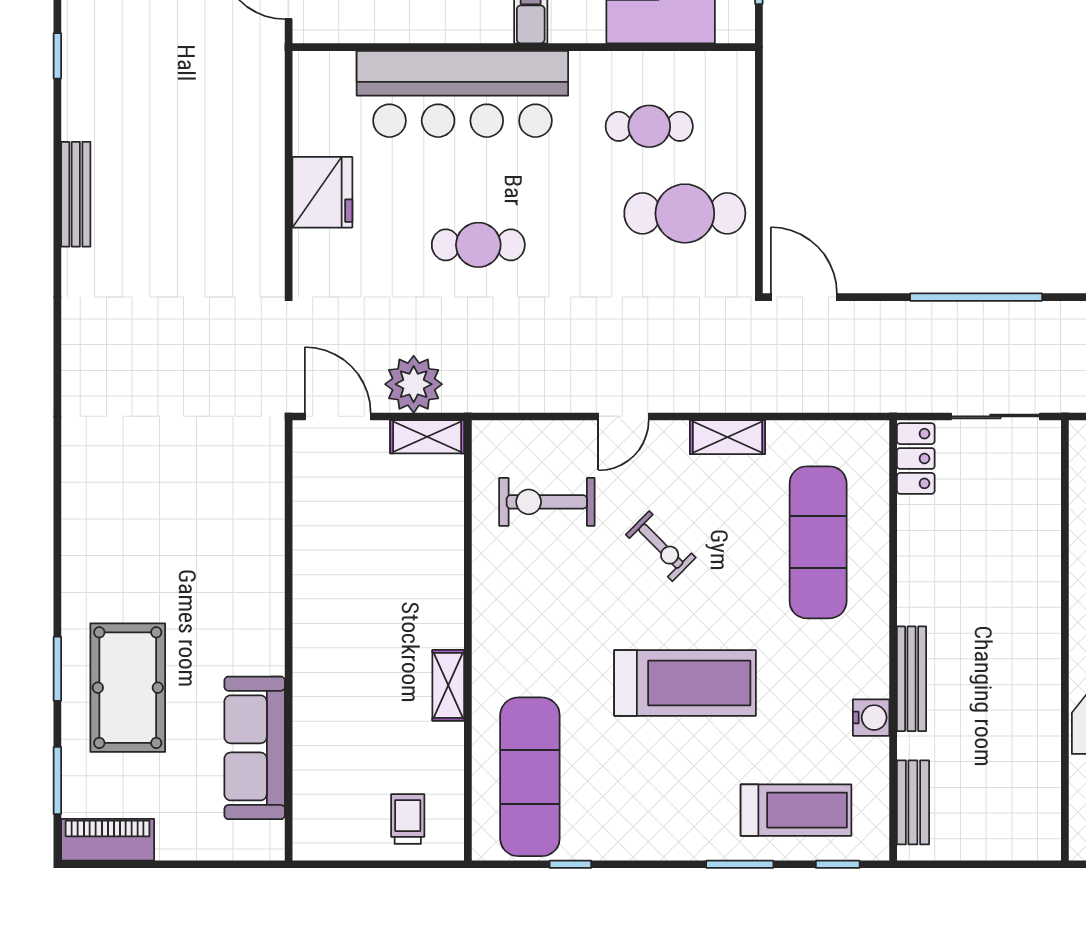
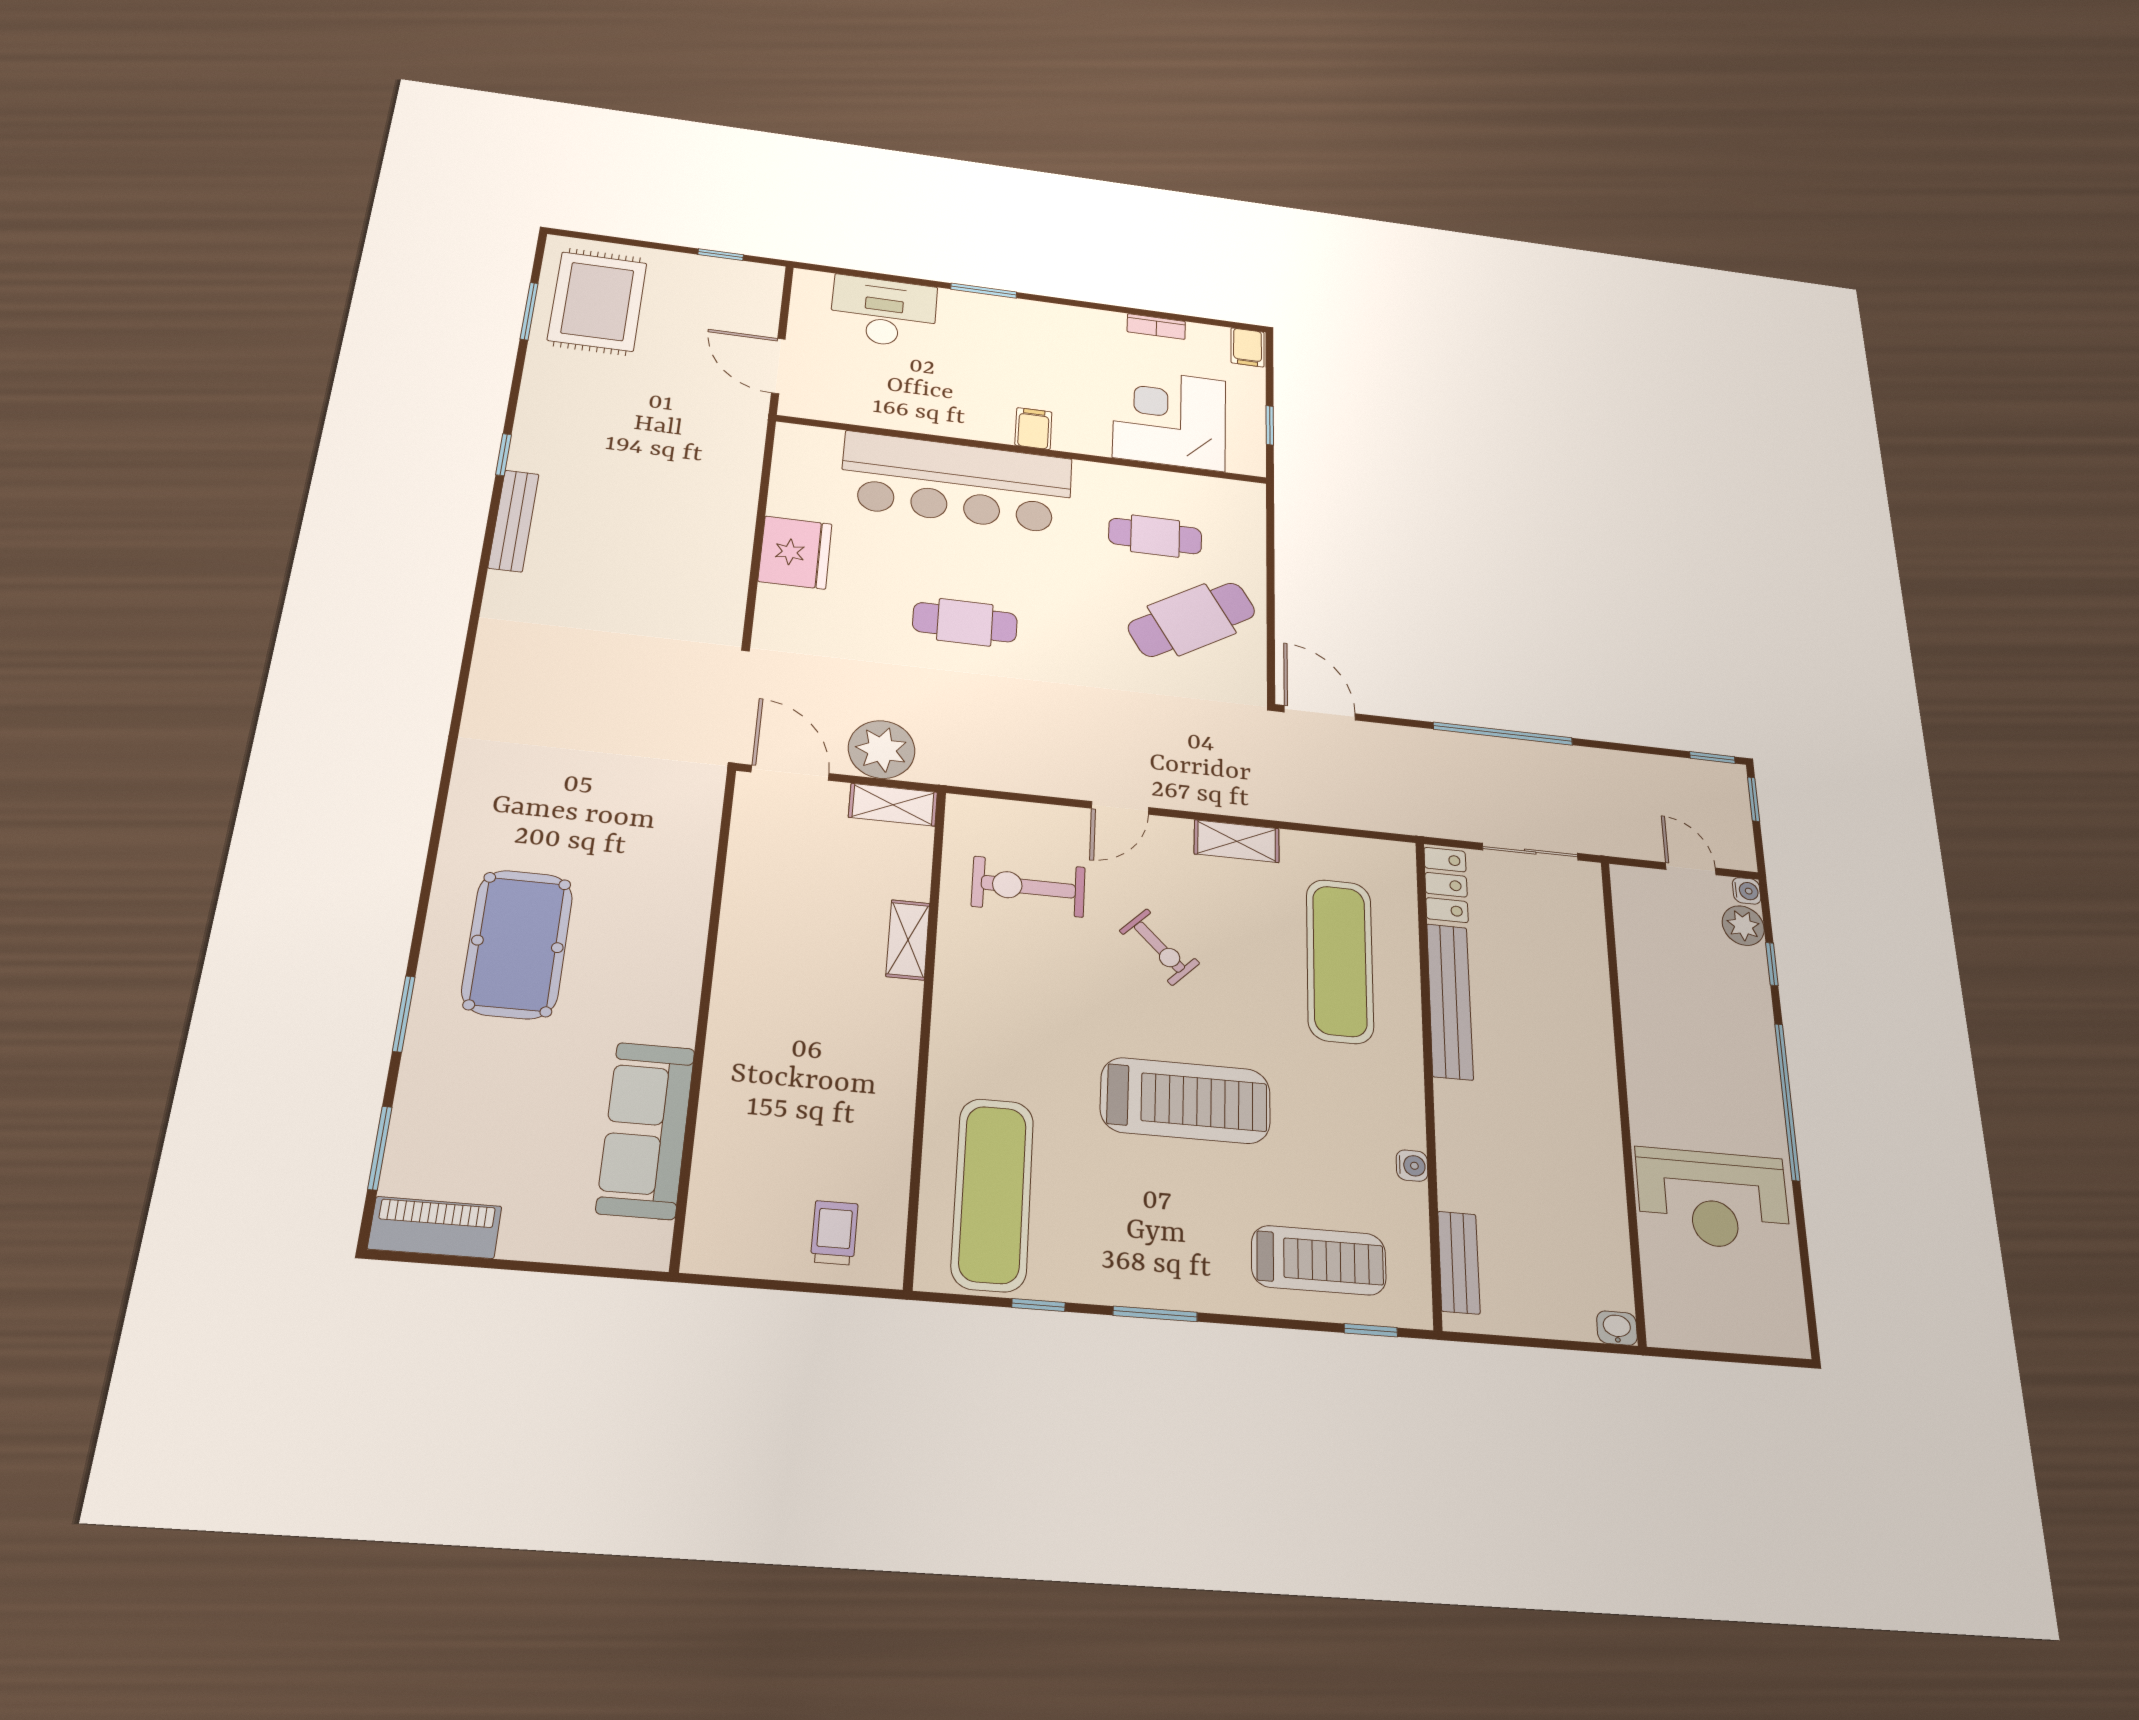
window: (57, 56) -> (504, 455), moved
cafe table: (685, 213) -> (1192, 620), turned -31
bench: (912, 679) -> (1450, 1001), moved, width x1.37, depth x1.21
shelving: (448, 685) -> (908, 940), moved
pool table: (128, 688) -> (517, 944), moved
water cooler: (871, 718) -> (1412, 1166), width x0.72, depth x0.72
washbasin: (1044, 847) -> (1617, 1328), added
window: (740, 864) -> (1155, 1314), moved

